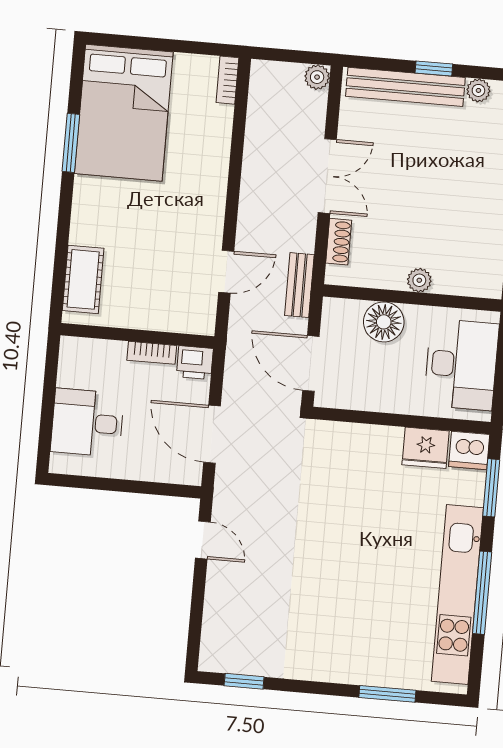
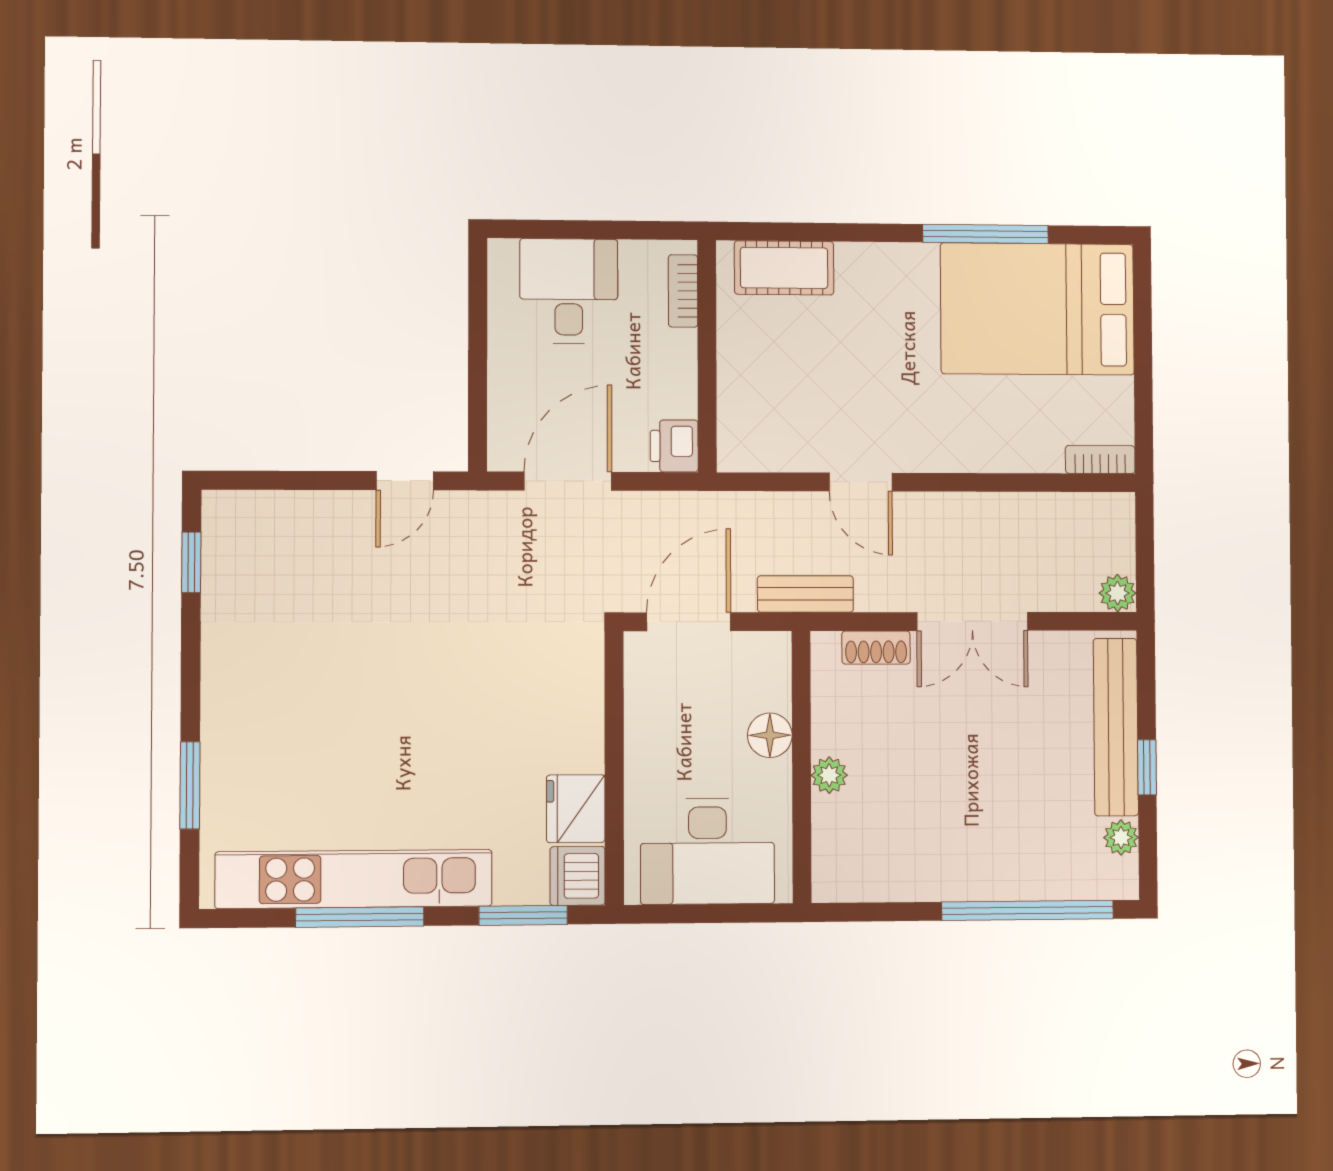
window: (71, 143) -> (986, 234), width x1.44
door: (226, 272) -> (861, 482), moved
floor lamp: (384, 322) -> (770, 735), width x0.73, depth x0.73
bookcase: (152, 353) -> (683, 291), moved

